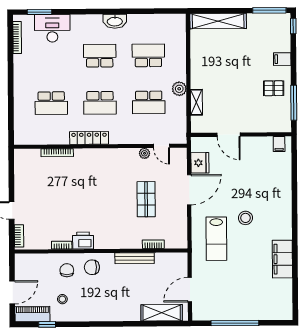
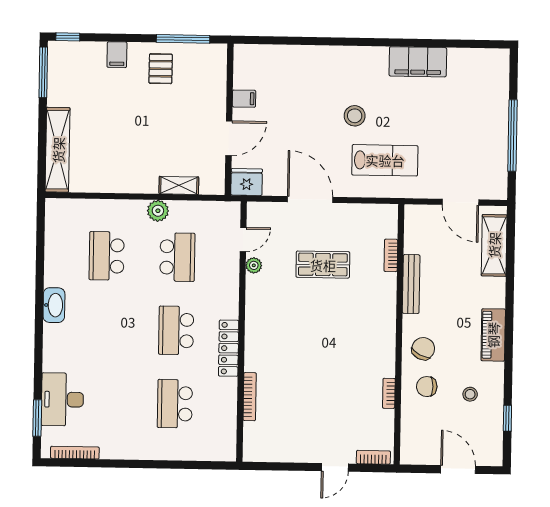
school desk: (100, 56) -> (105, 329), removed
school desk: (51, 103) -> (175, 404), turned 180
school desk: (100, 103) -> (176, 330), turned 180
filing cabinet: (279, 144) -> (244, 99), moved
fridge: (200, 163) -> (247, 182), moved
printer: (83, 241) -> (383, 361), removed
chair: (92, 267) -> (423, 349), turned -153
piano: (32, 314) -> (493, 335), moved

